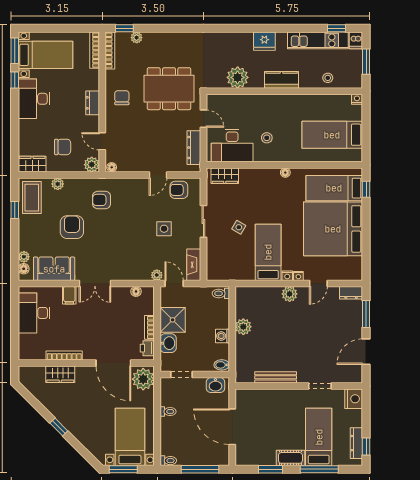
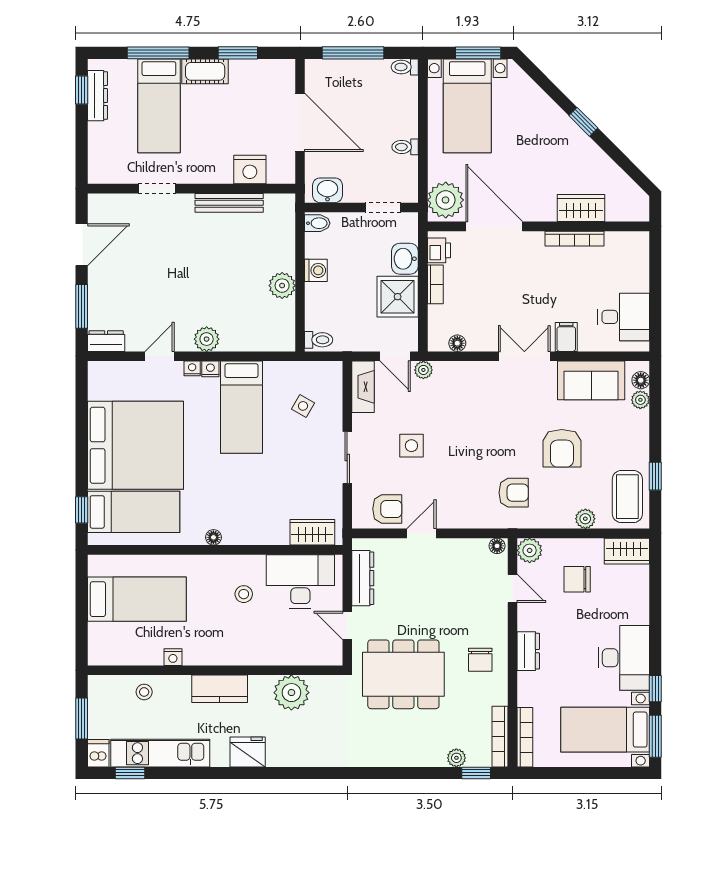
nightstand: (357, 99) -> (173, 657), moved
side table: (239, 227) -> (303, 406), moved
desk: (34, 313) -> (624, 317), width x0.73
nightstand: (354, 399) -> (250, 170), moved, turned -90

